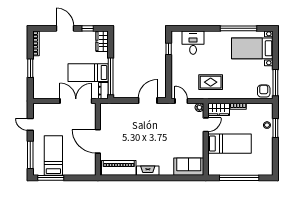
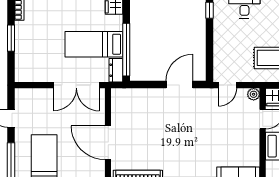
double door: (76, 101) -> (76, 85), swing flipped
door: (181, 101) -> (227, 85), swing flipped

